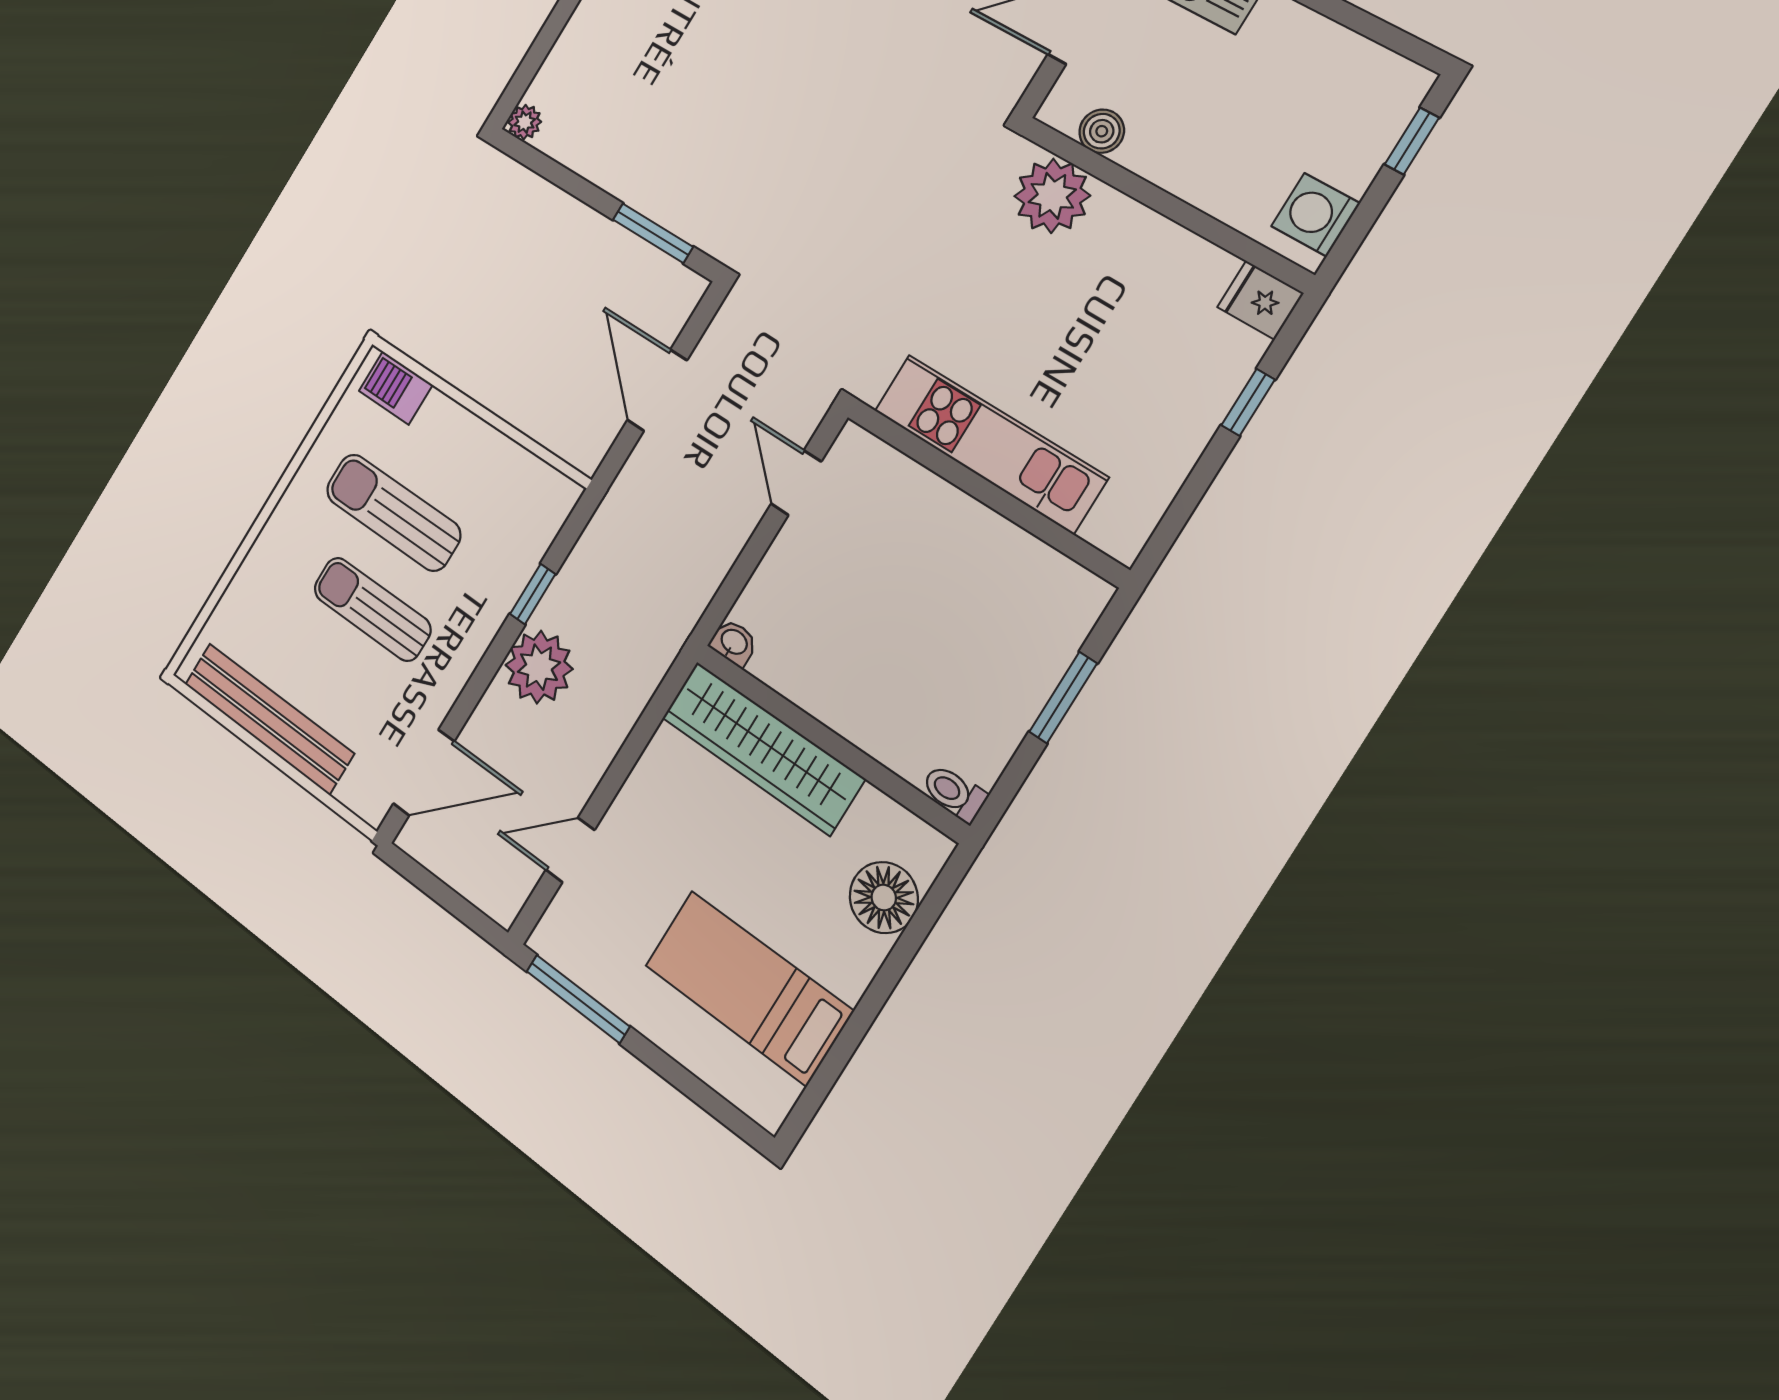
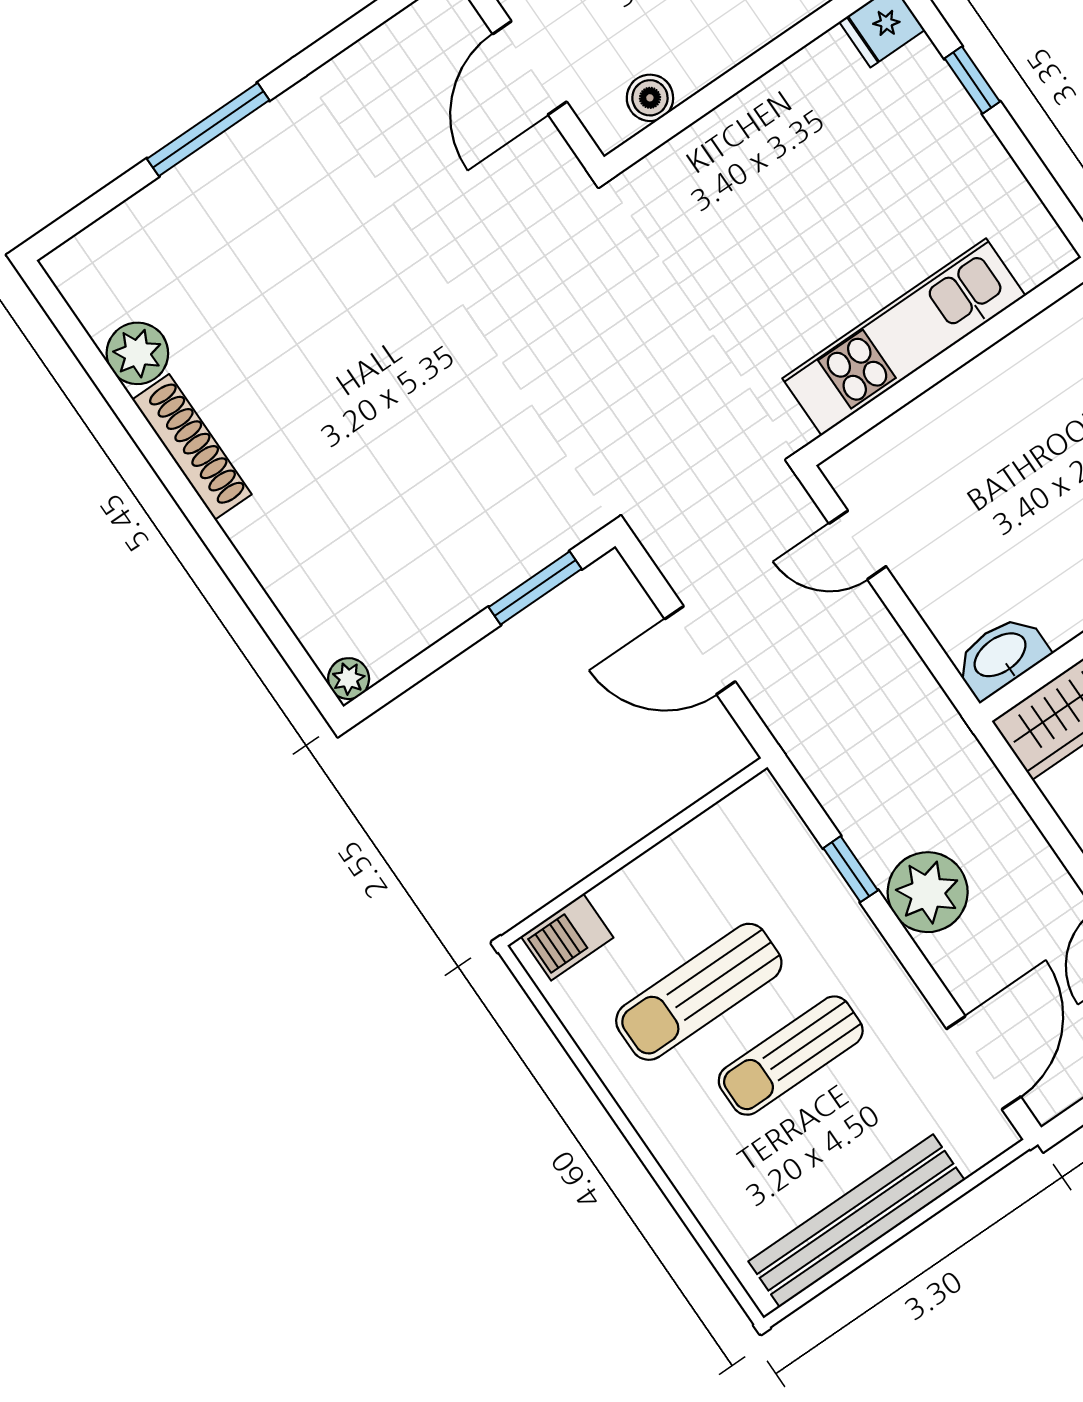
plant: (1052, 196) -> (691, 172), removed
washbasin: (734, 643) -> (1001, 656), width x1.91, depth x1.45

